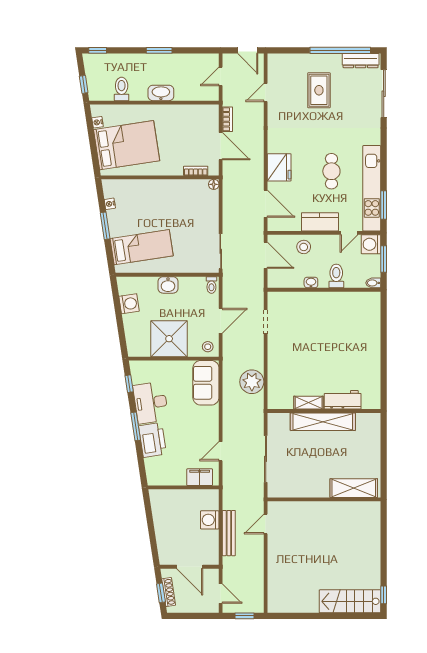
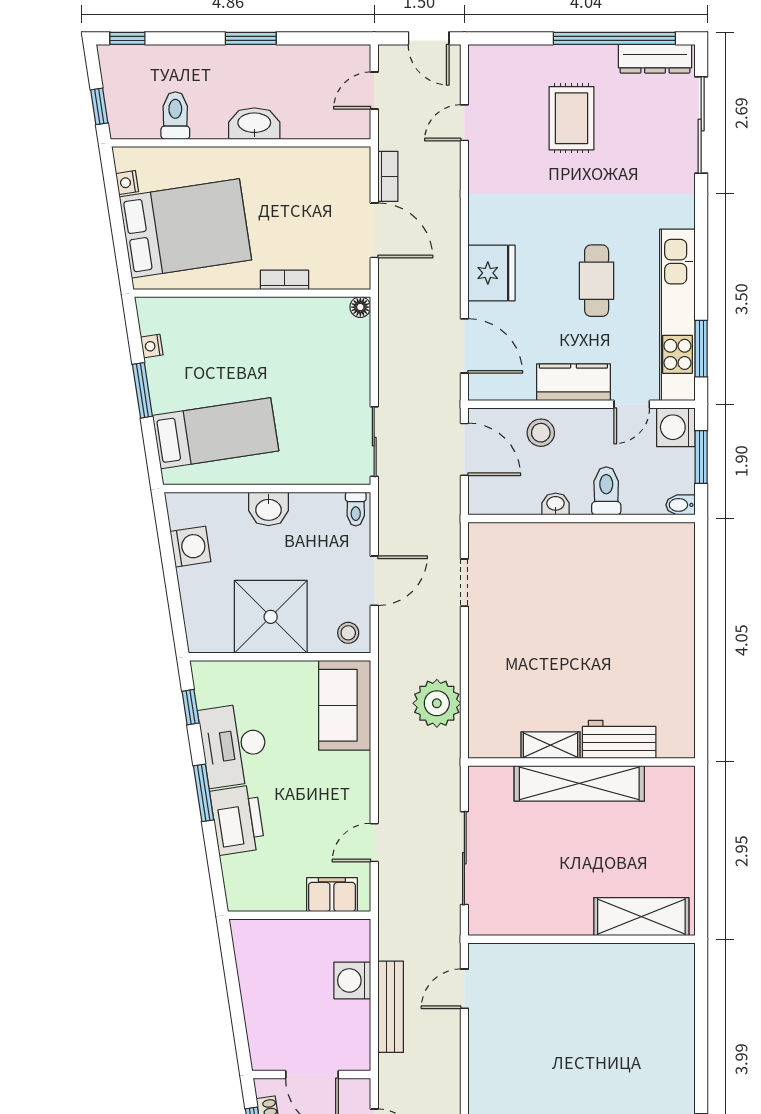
bookcase: (196, 171) -> (284, 280), moved

